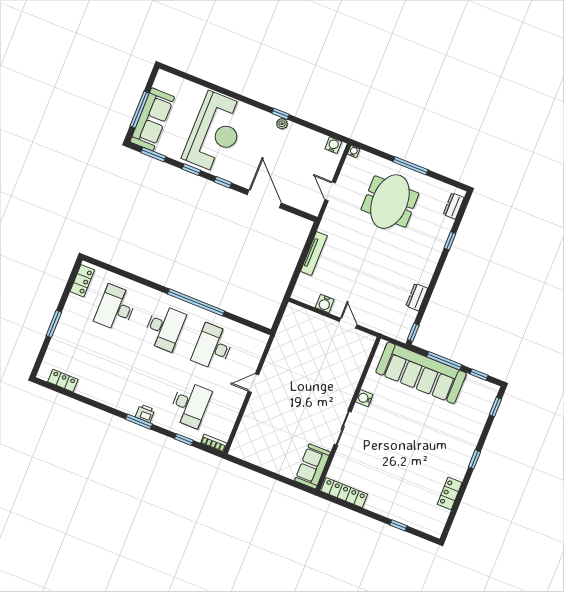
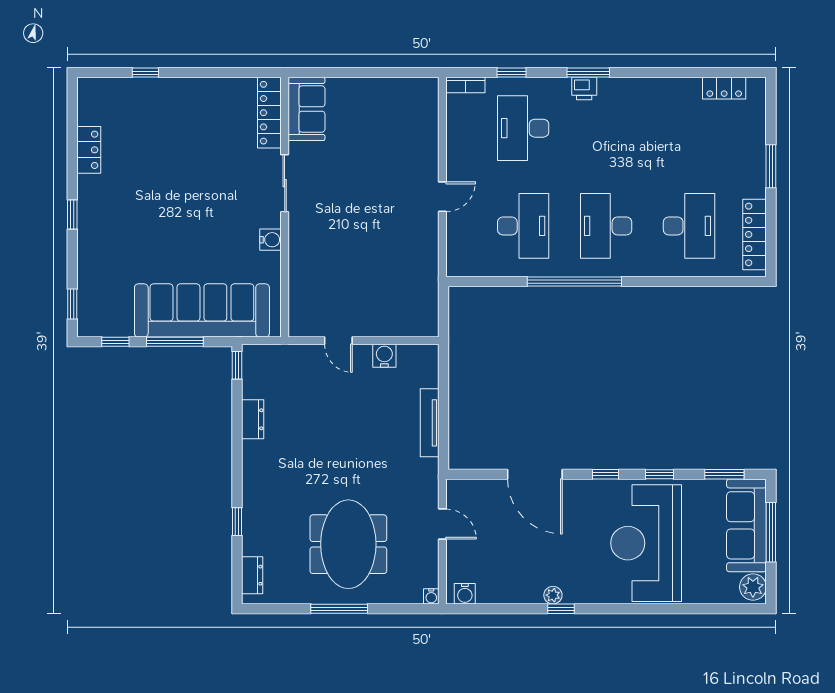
plant: (163, 82) -> (753, 587), added
locker: (82, 281) -> (755, 234), width x1.53
locker: (344, 493) -> (269, 113), moved, turned 90

